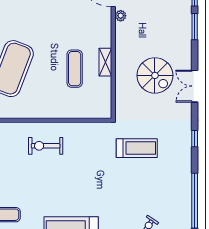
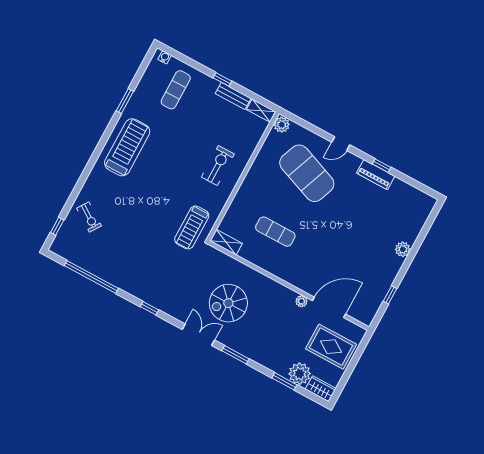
window: (195, 27) -> (235, 355), moved
shelving: (105, 62) -> (226, 242), moved
treadmill: (137, 148) -> (192, 227), moved

